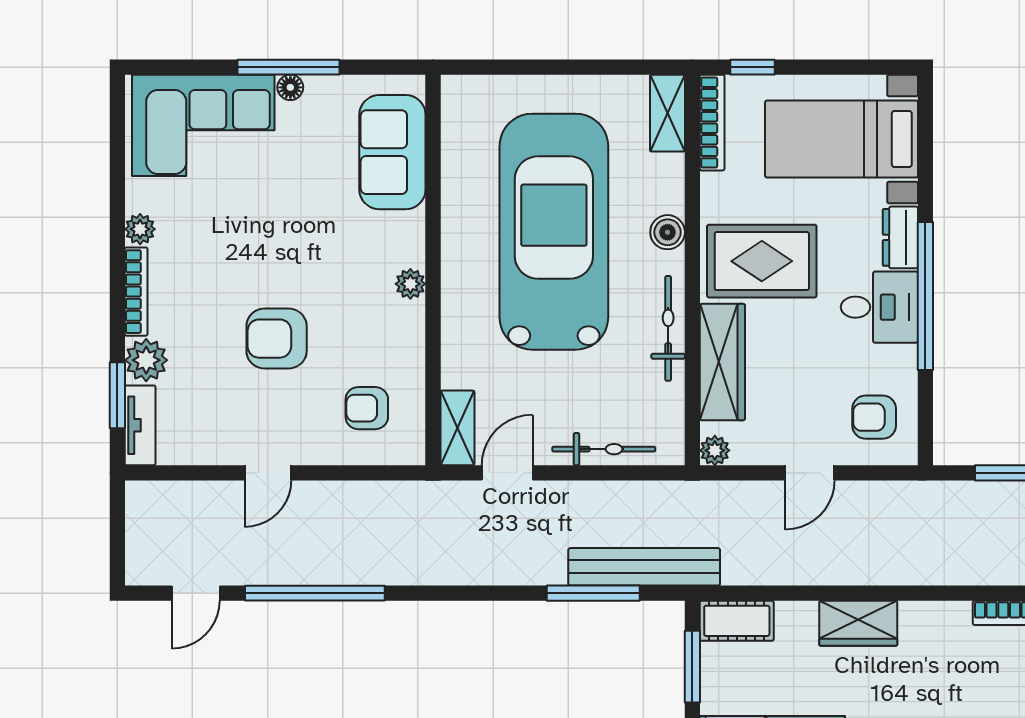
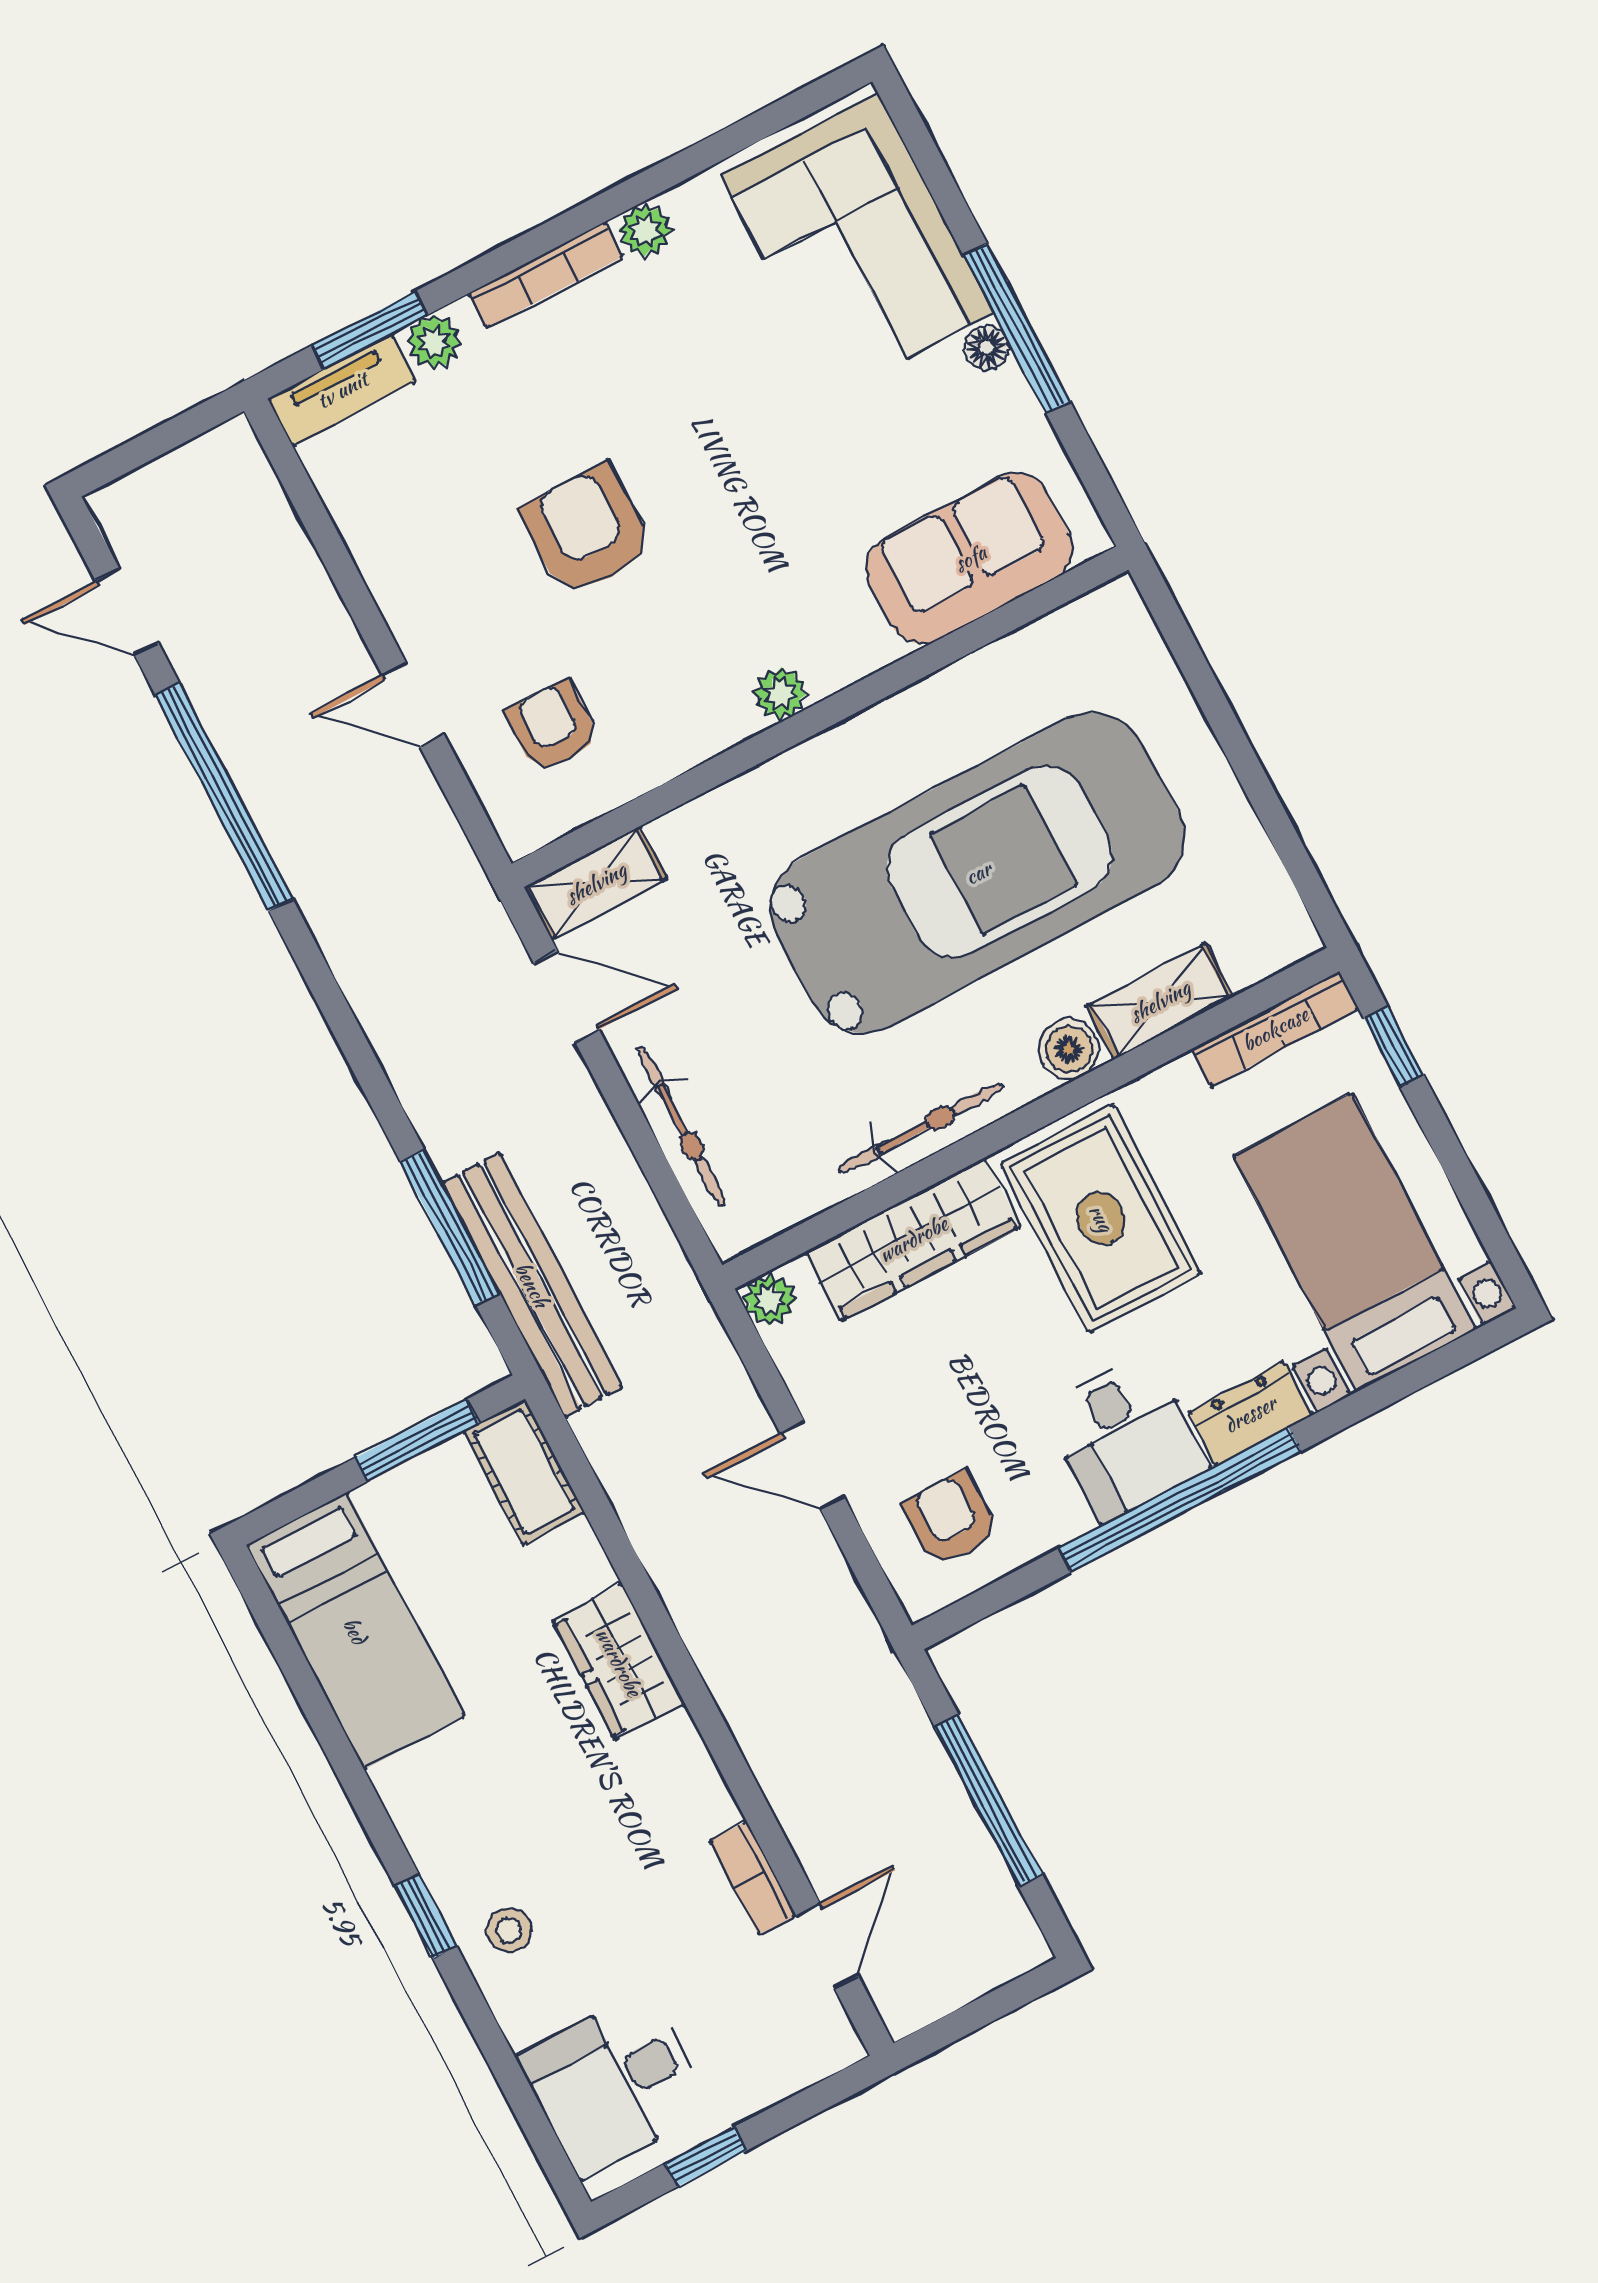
shelving: (667, 113) -> (1160, 1001), moved
plant: (146, 360) -> (434, 342), width x0.73, depth x0.73
door: (268, 473) -> (413, 704), moved

